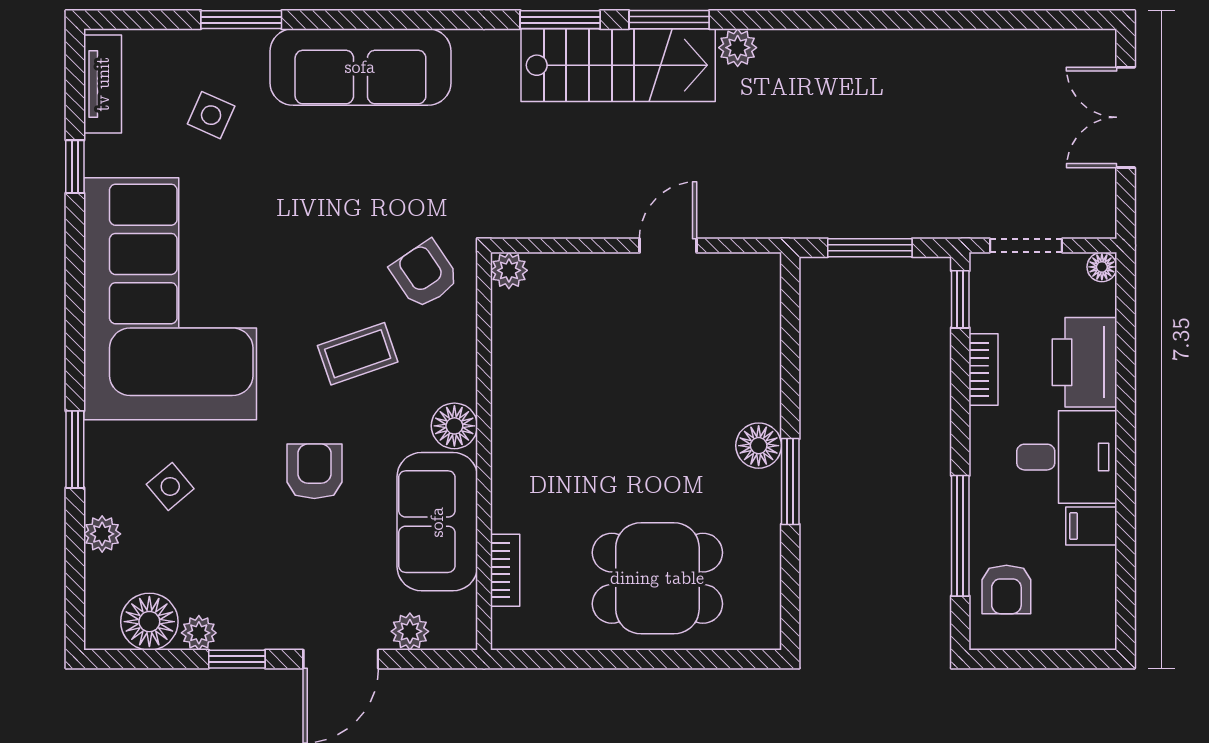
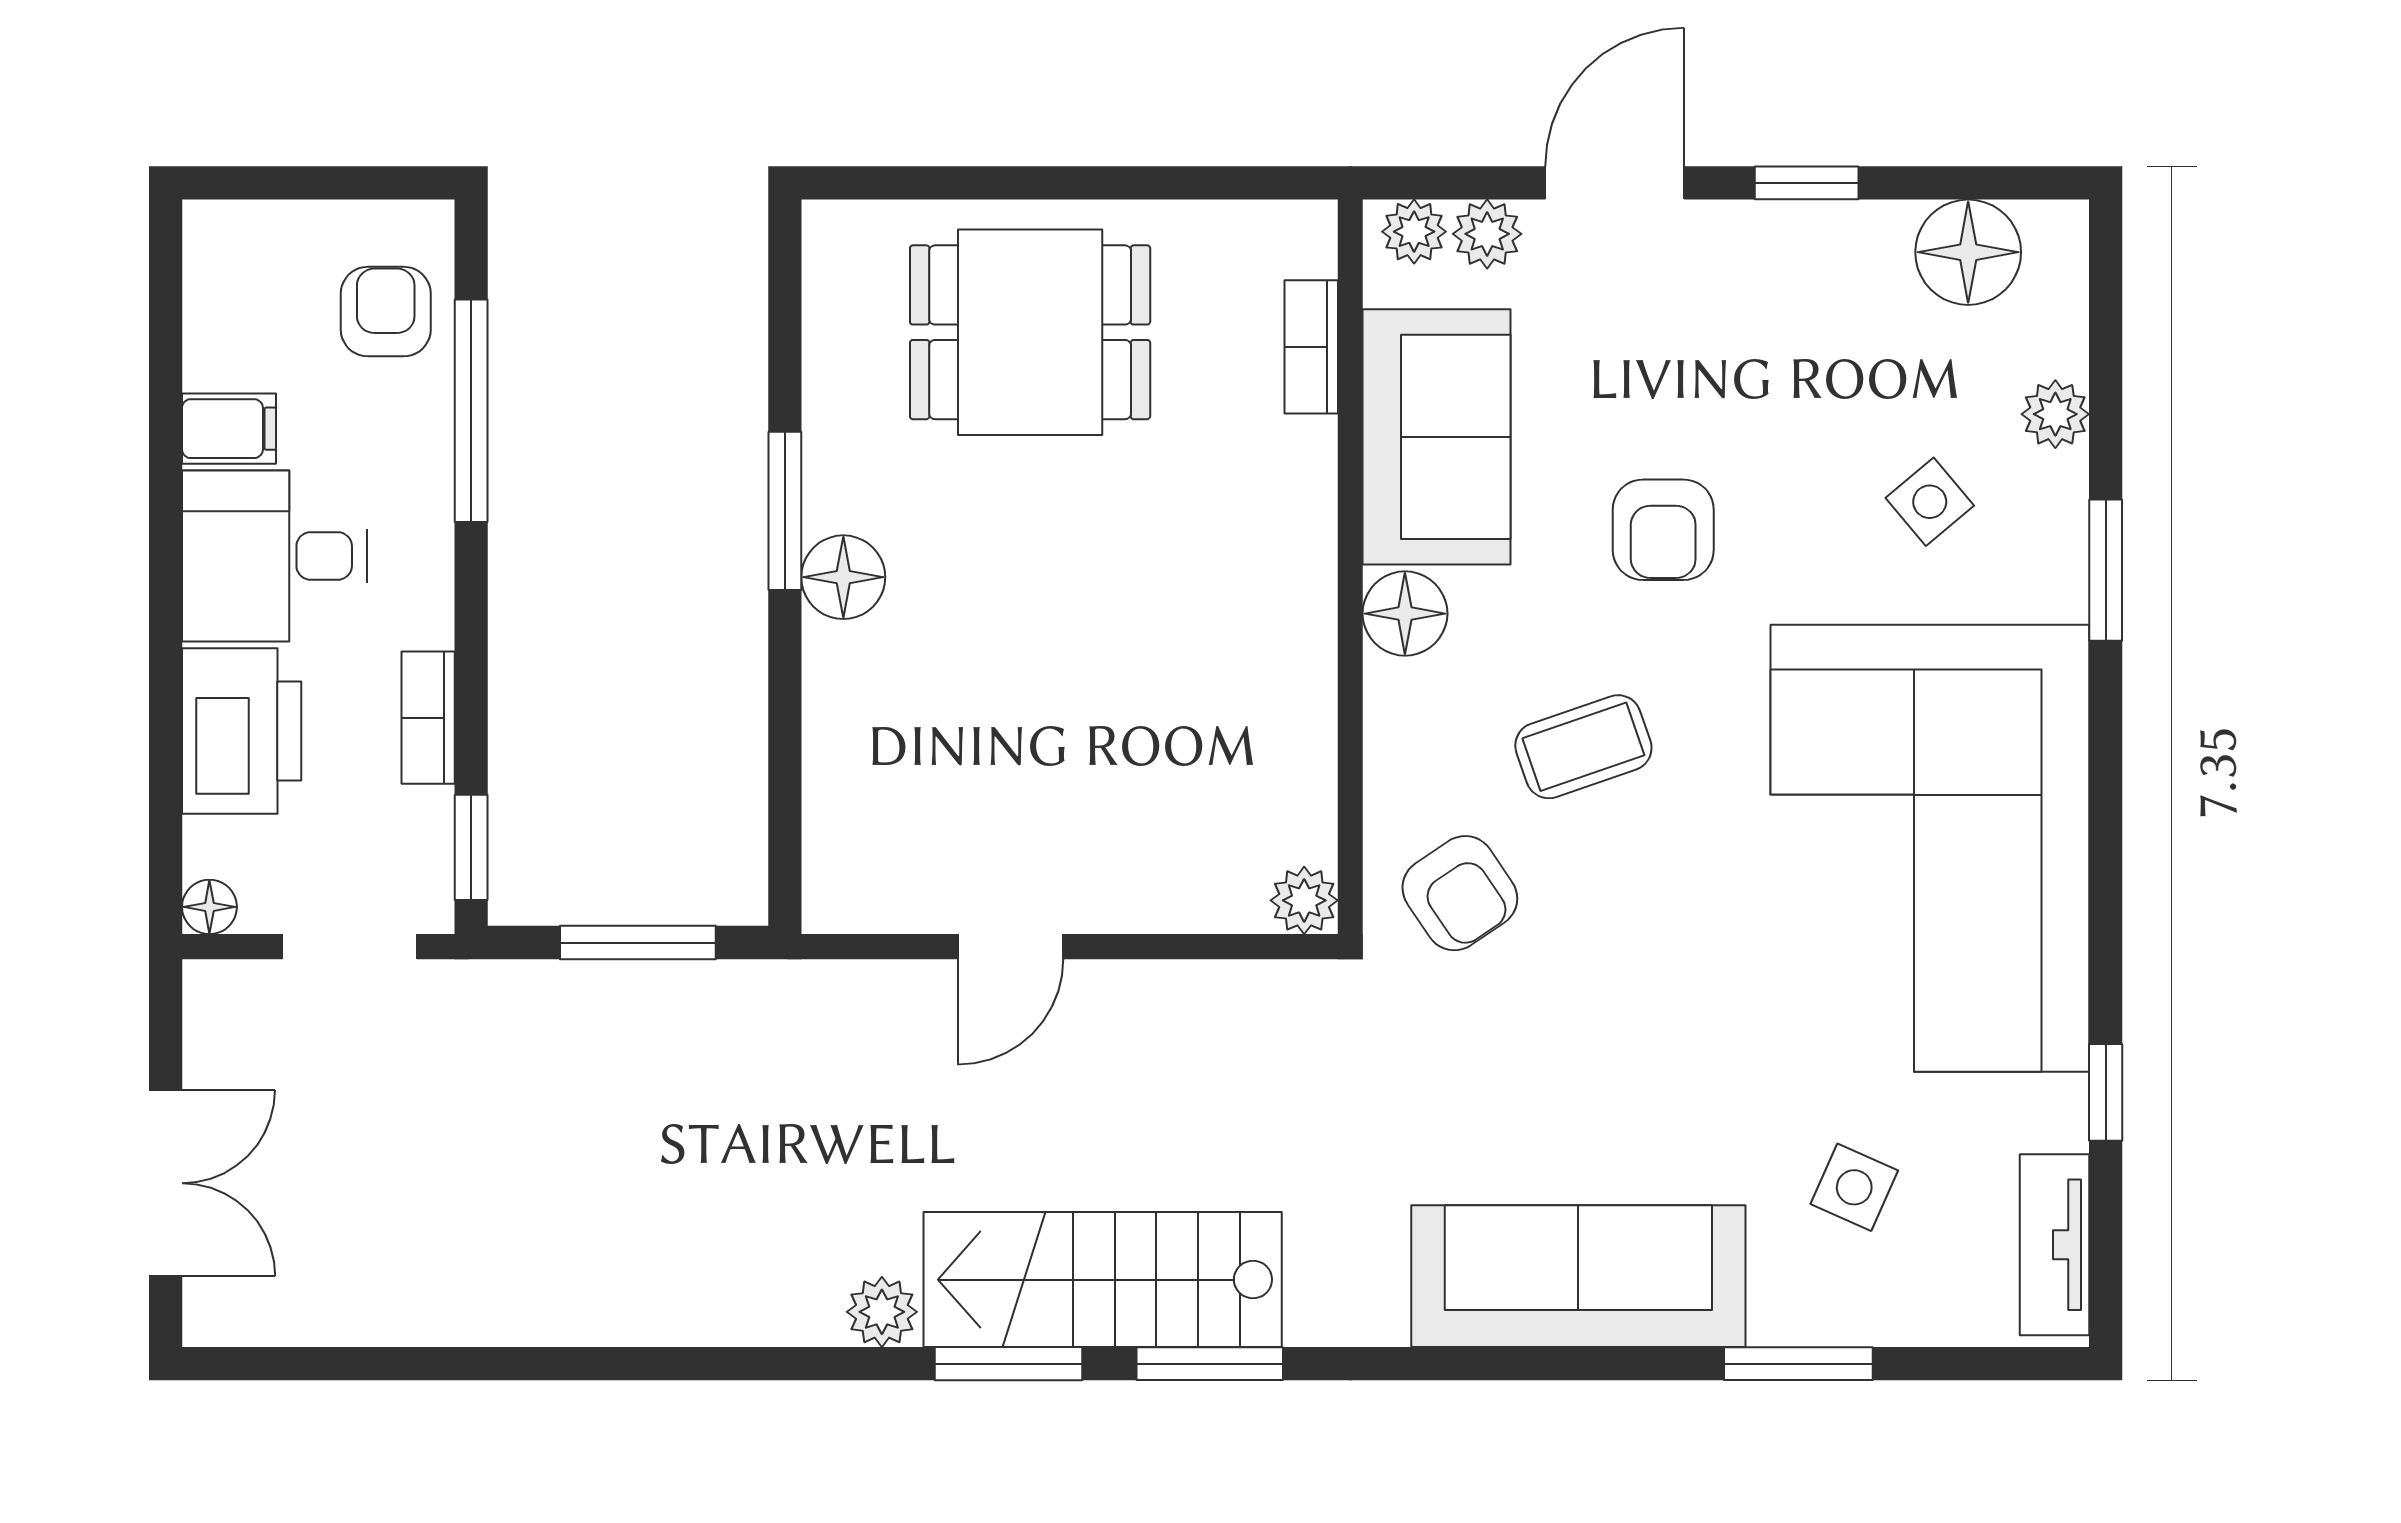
plant: (199, 633) -> (1414, 232), moved

